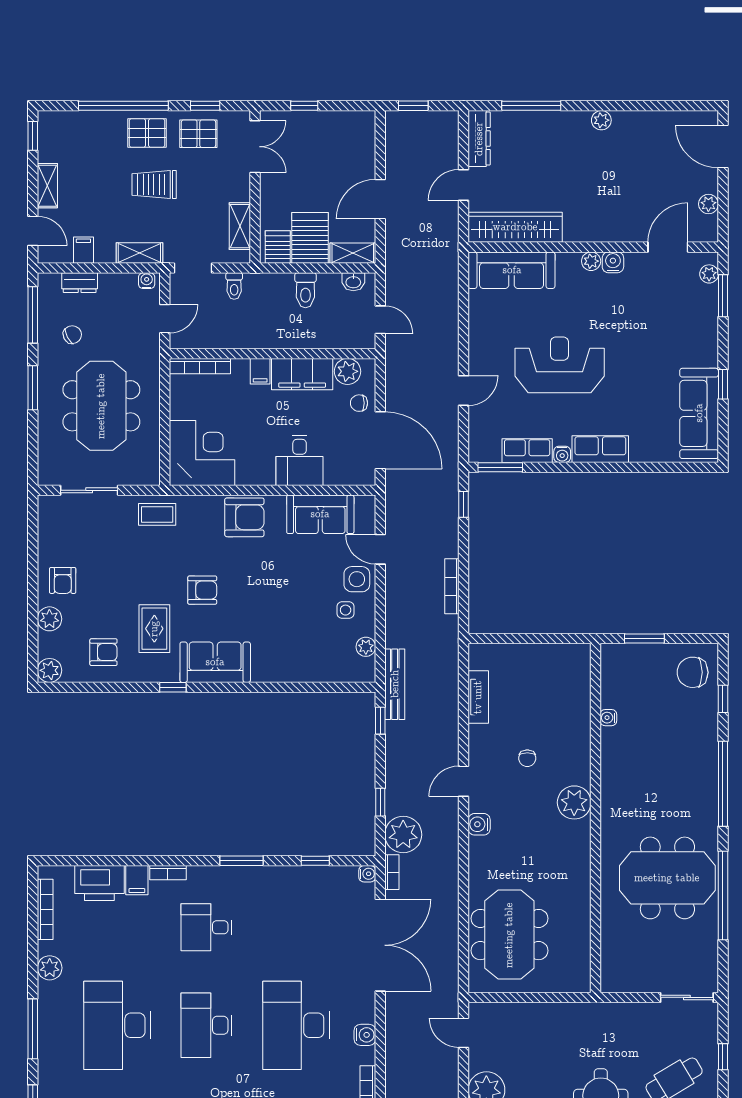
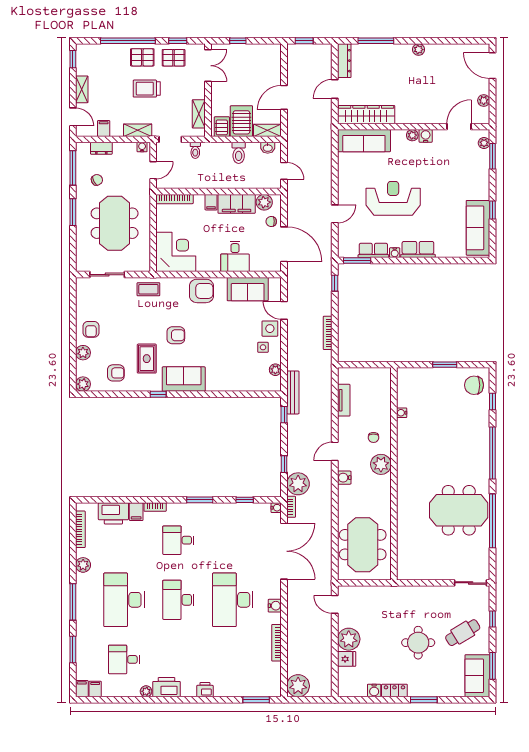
water cooler: (608, 718) -> (402, 413), moved
plant: (574, 802) -> (381, 464), moved
wall: (596, 818) -> (394, 474), moved

